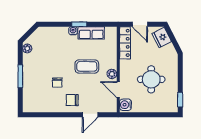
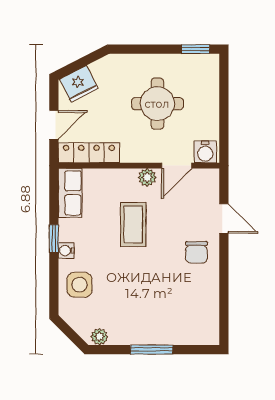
row of seats: (91, 33) -> (70, 193), moved
side table: (55, 38) -> (79, 285), added
chair: (57, 82) -> (163, 280), removed

